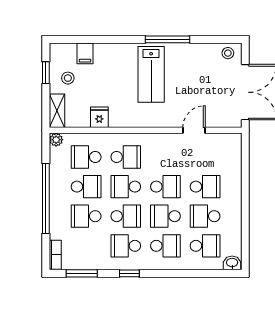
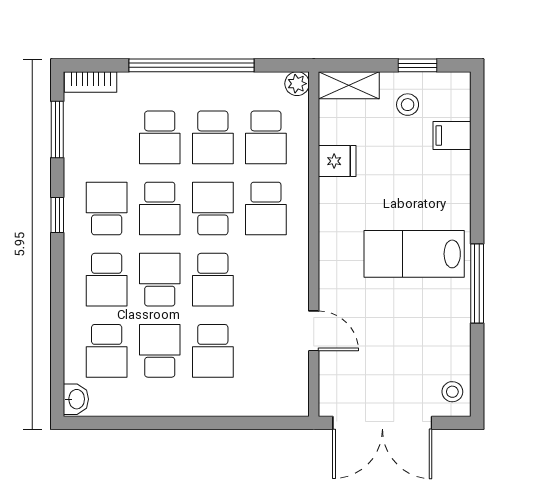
school desk: (86, 157) -> (266, 137), turned 180
school desk: (86, 216) -> (160, 137), turned 180

